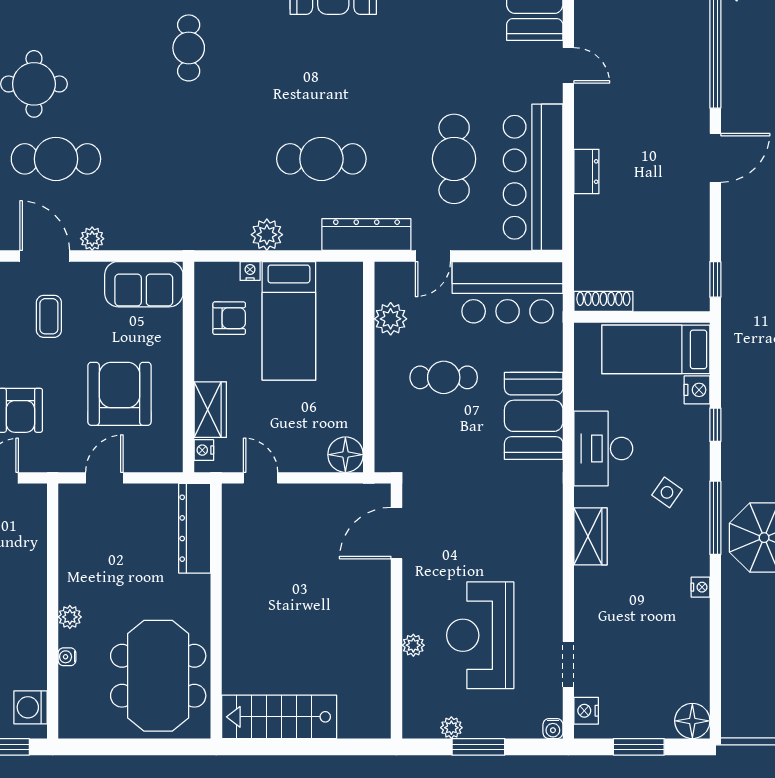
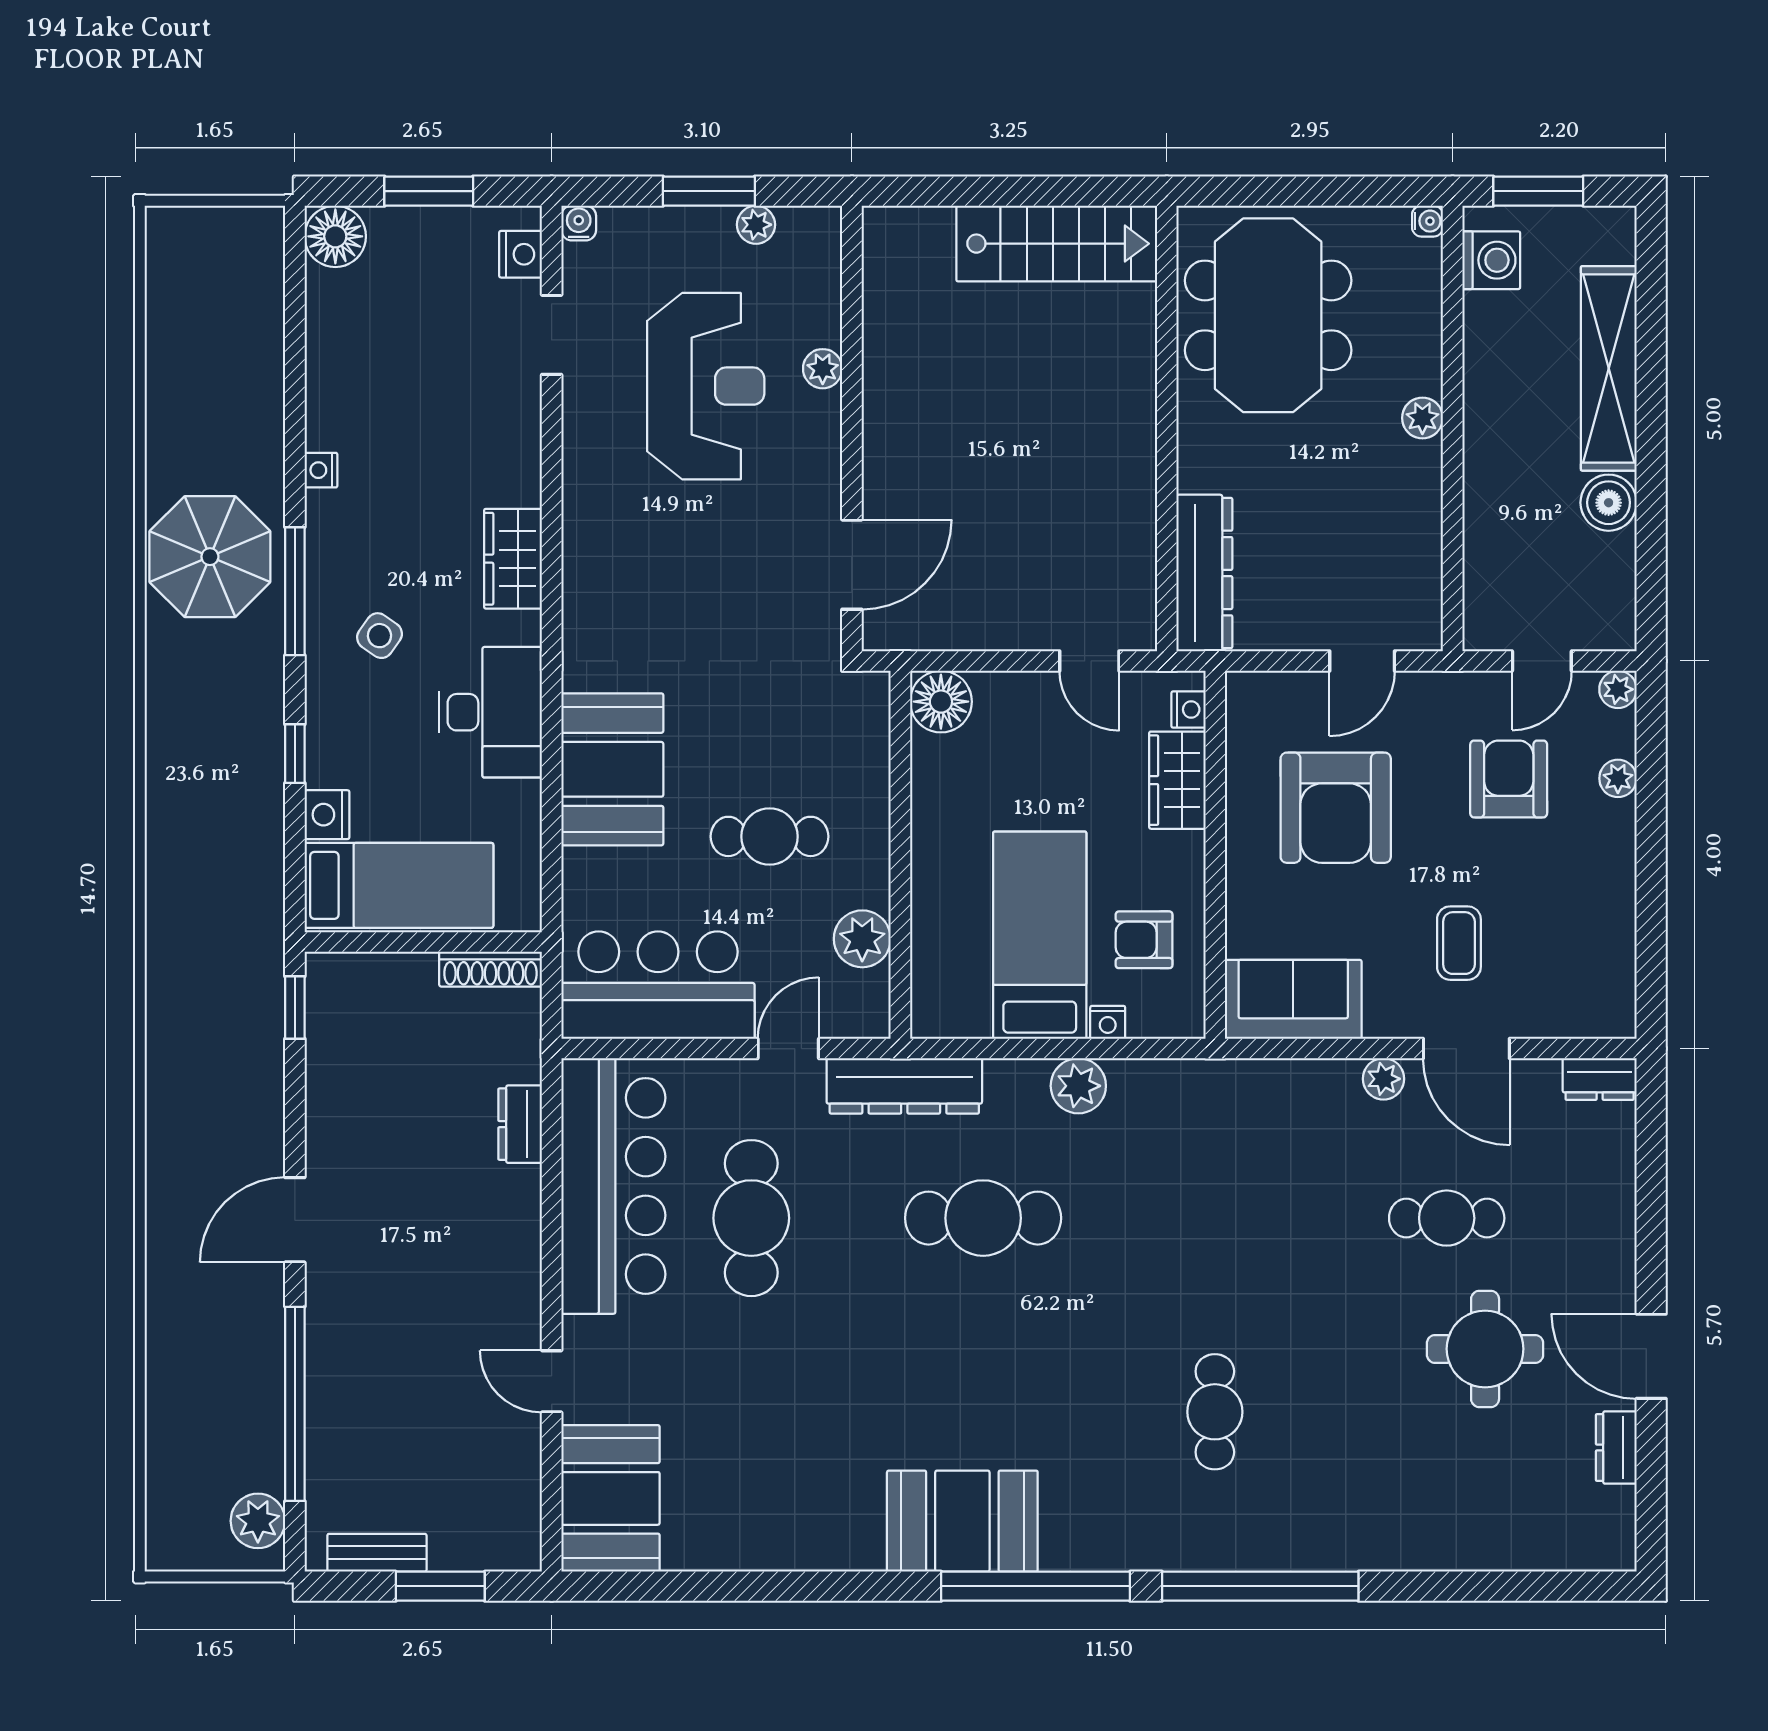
cafe table: (56, 159) -> (1447, 1218), width x0.73, depth x0.74
dresser: (586, 172) -> (520, 1124), moved
water cooler: (67, 657) -> (1427, 221), moved

